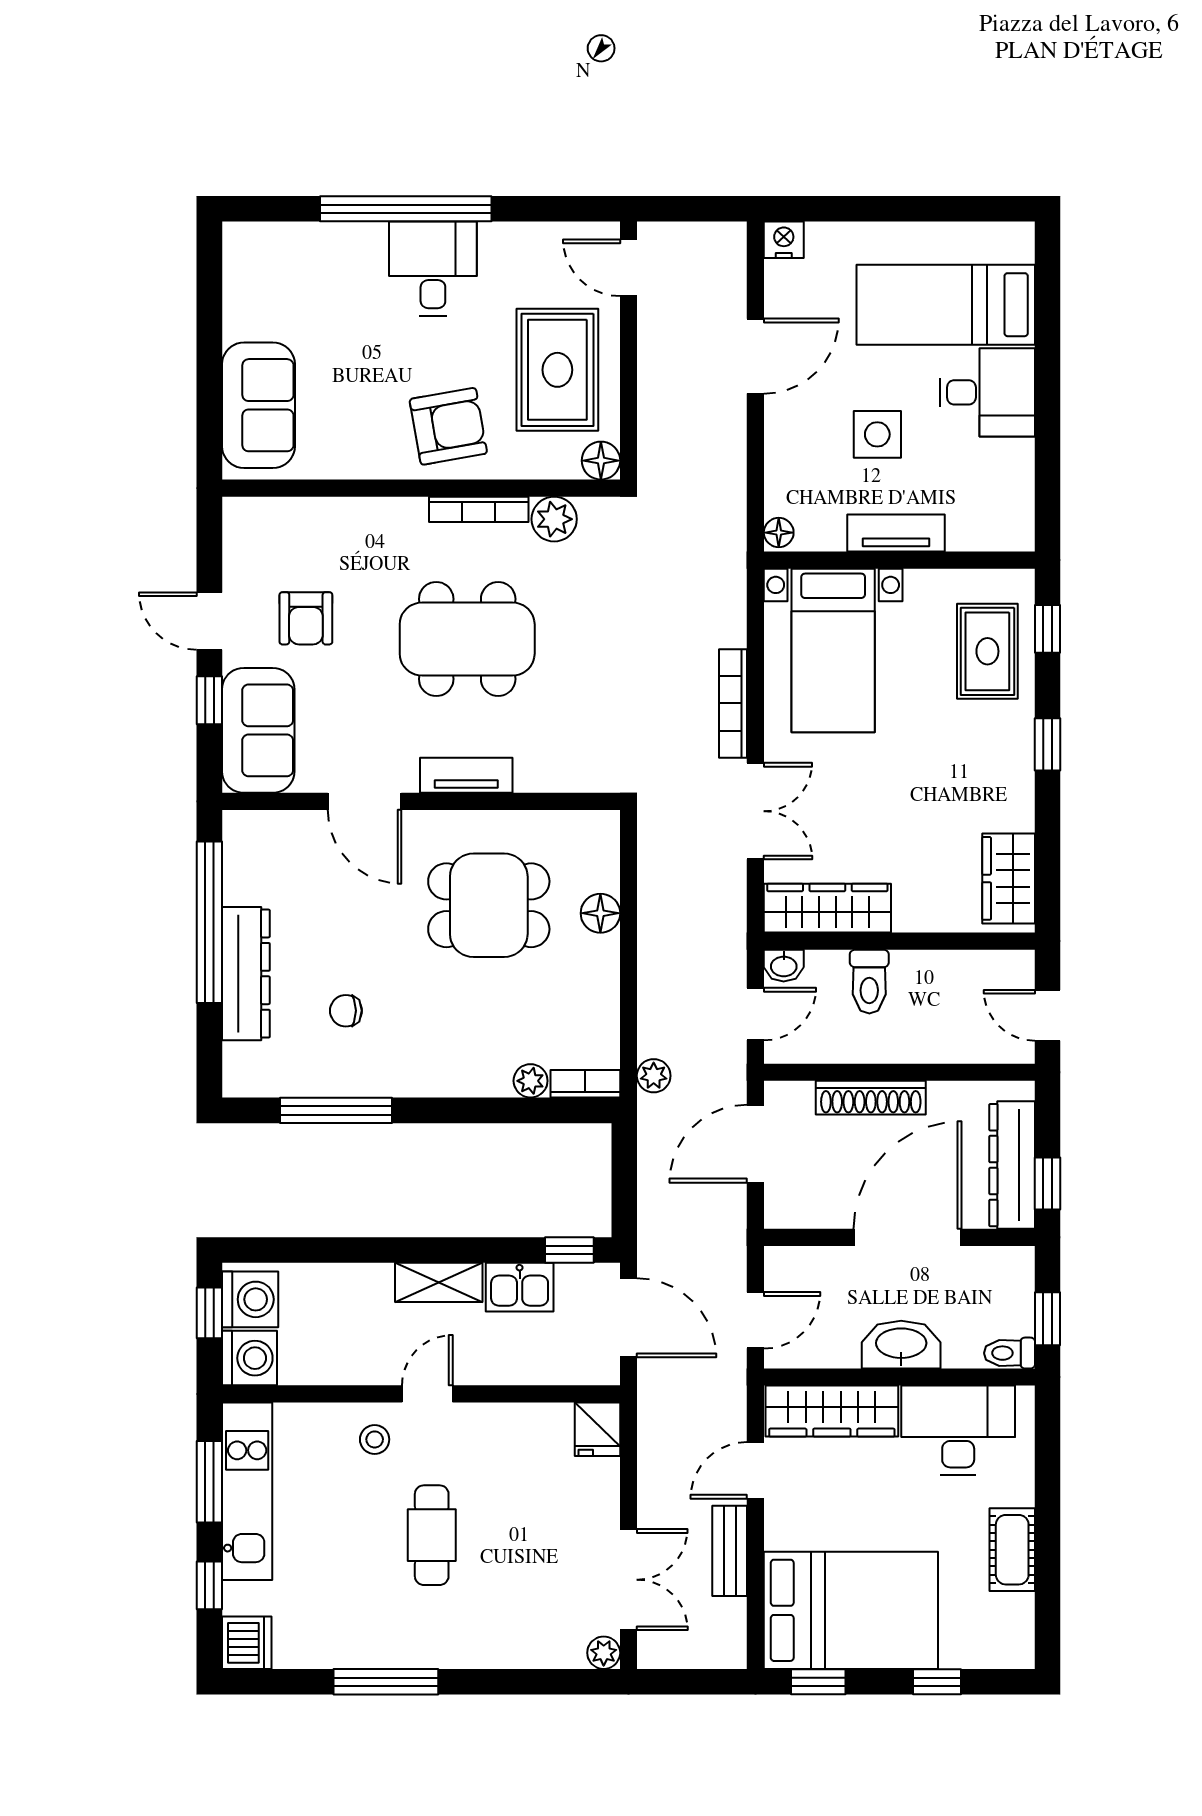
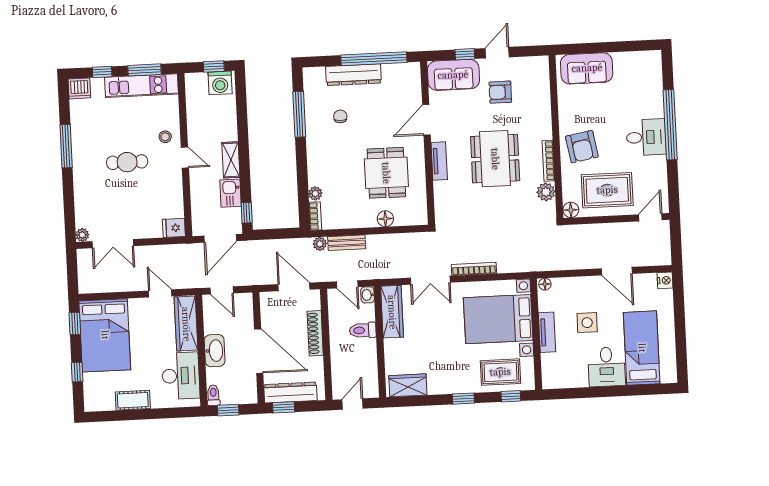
bed with nightstands: (833, 650) -> (498, 319), width x1.36
washing machine: (249, 1358) -> (196, 84), removed
bench: (730, 1551) -> (347, 243), moved

